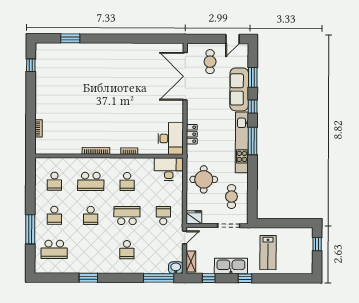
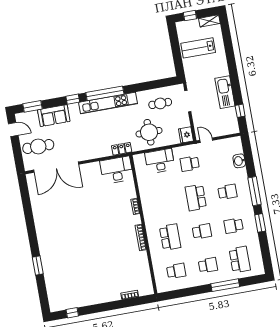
window: (70, 38) -> (38, 265), moved
cafe table: (210, 62) -> (38, 146), width x1.37, depth x1.35
window: (253, 77) -> (33, 106), moved
sofa: (239, 89) -> (54, 116), width x0.73
locker: (192, 134) -> (122, 149), moved
window: (253, 141) -> (105, 93), width x1.46
desk: (169, 169) -> (160, 161), moved, turned 90
school desk: (127, 181) -> (234, 226), moved, turned 180
lab bench: (268, 253) -> (198, 48), moved, turned 180
shelving: (191, 261) -> (209, 21), moved
washbasin: (176, 268) -> (239, 161), moved
window: (159, 278) -> (254, 191), moved
window: (245, 278) -> (234, 77), removed

